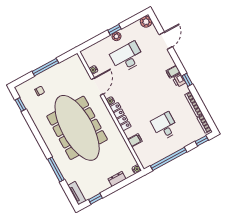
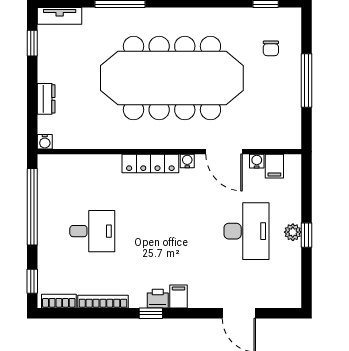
plant: (146, 22) -> (290, 297), removed
filing cabinet: (135, 140) -> (274, 166), moved

